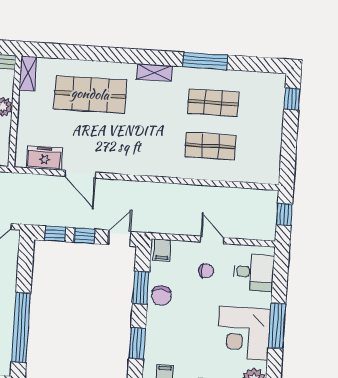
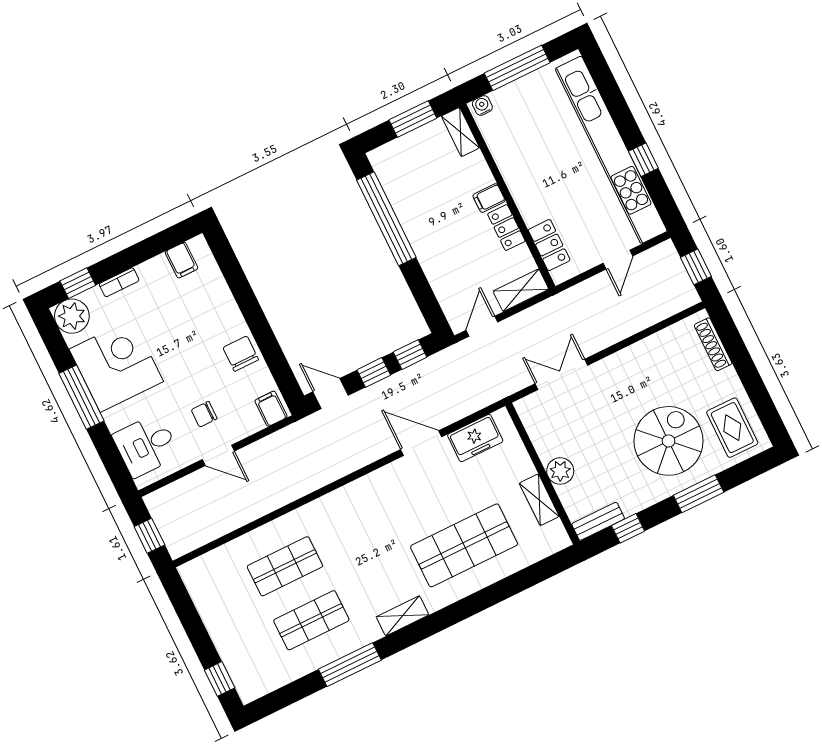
shelving: (28, 74) -> (539, 500), moved
door: (119, 238) -> (330, 394), swing flipped
window: (141, 287) -> (271, 349), removed
window: (137, 343) -> (237, 280), removed

